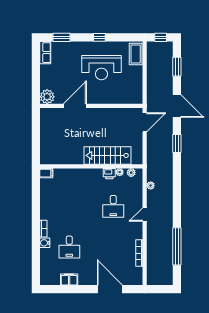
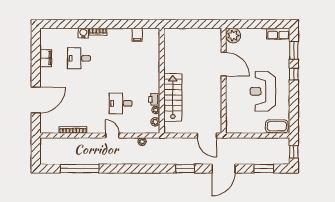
window: (99, 37) -> (294, 74), moved
filing cabinet: (46, 173) -> (137, 35), moved

